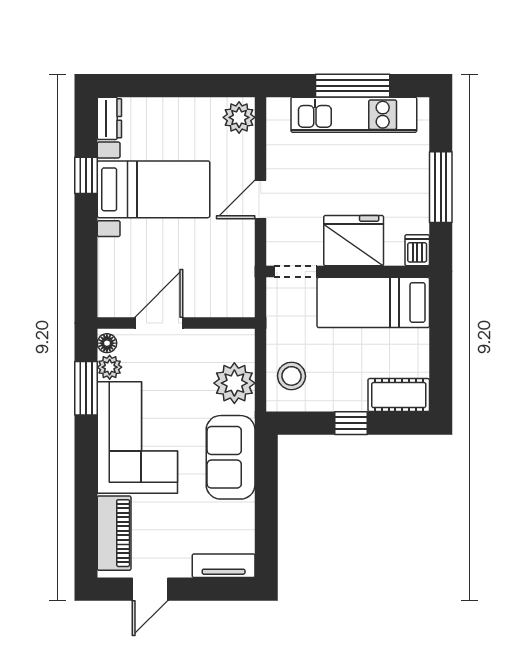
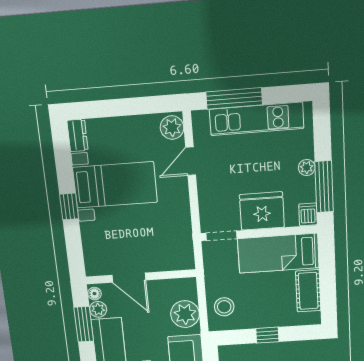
window: (353, 86) -> (234, 98), moved
window: (86, 175) -> (69, 206), moved
plant: (418, 185) -> (307, 168), added
window: (441, 187) -> (324, 187), moved
door: (261, 199) -> (191, 161), moved
door: (159, 323) -> (129, 278), swing flipped
cot: (399, 395) -> (308, 291), moved, turned 90

